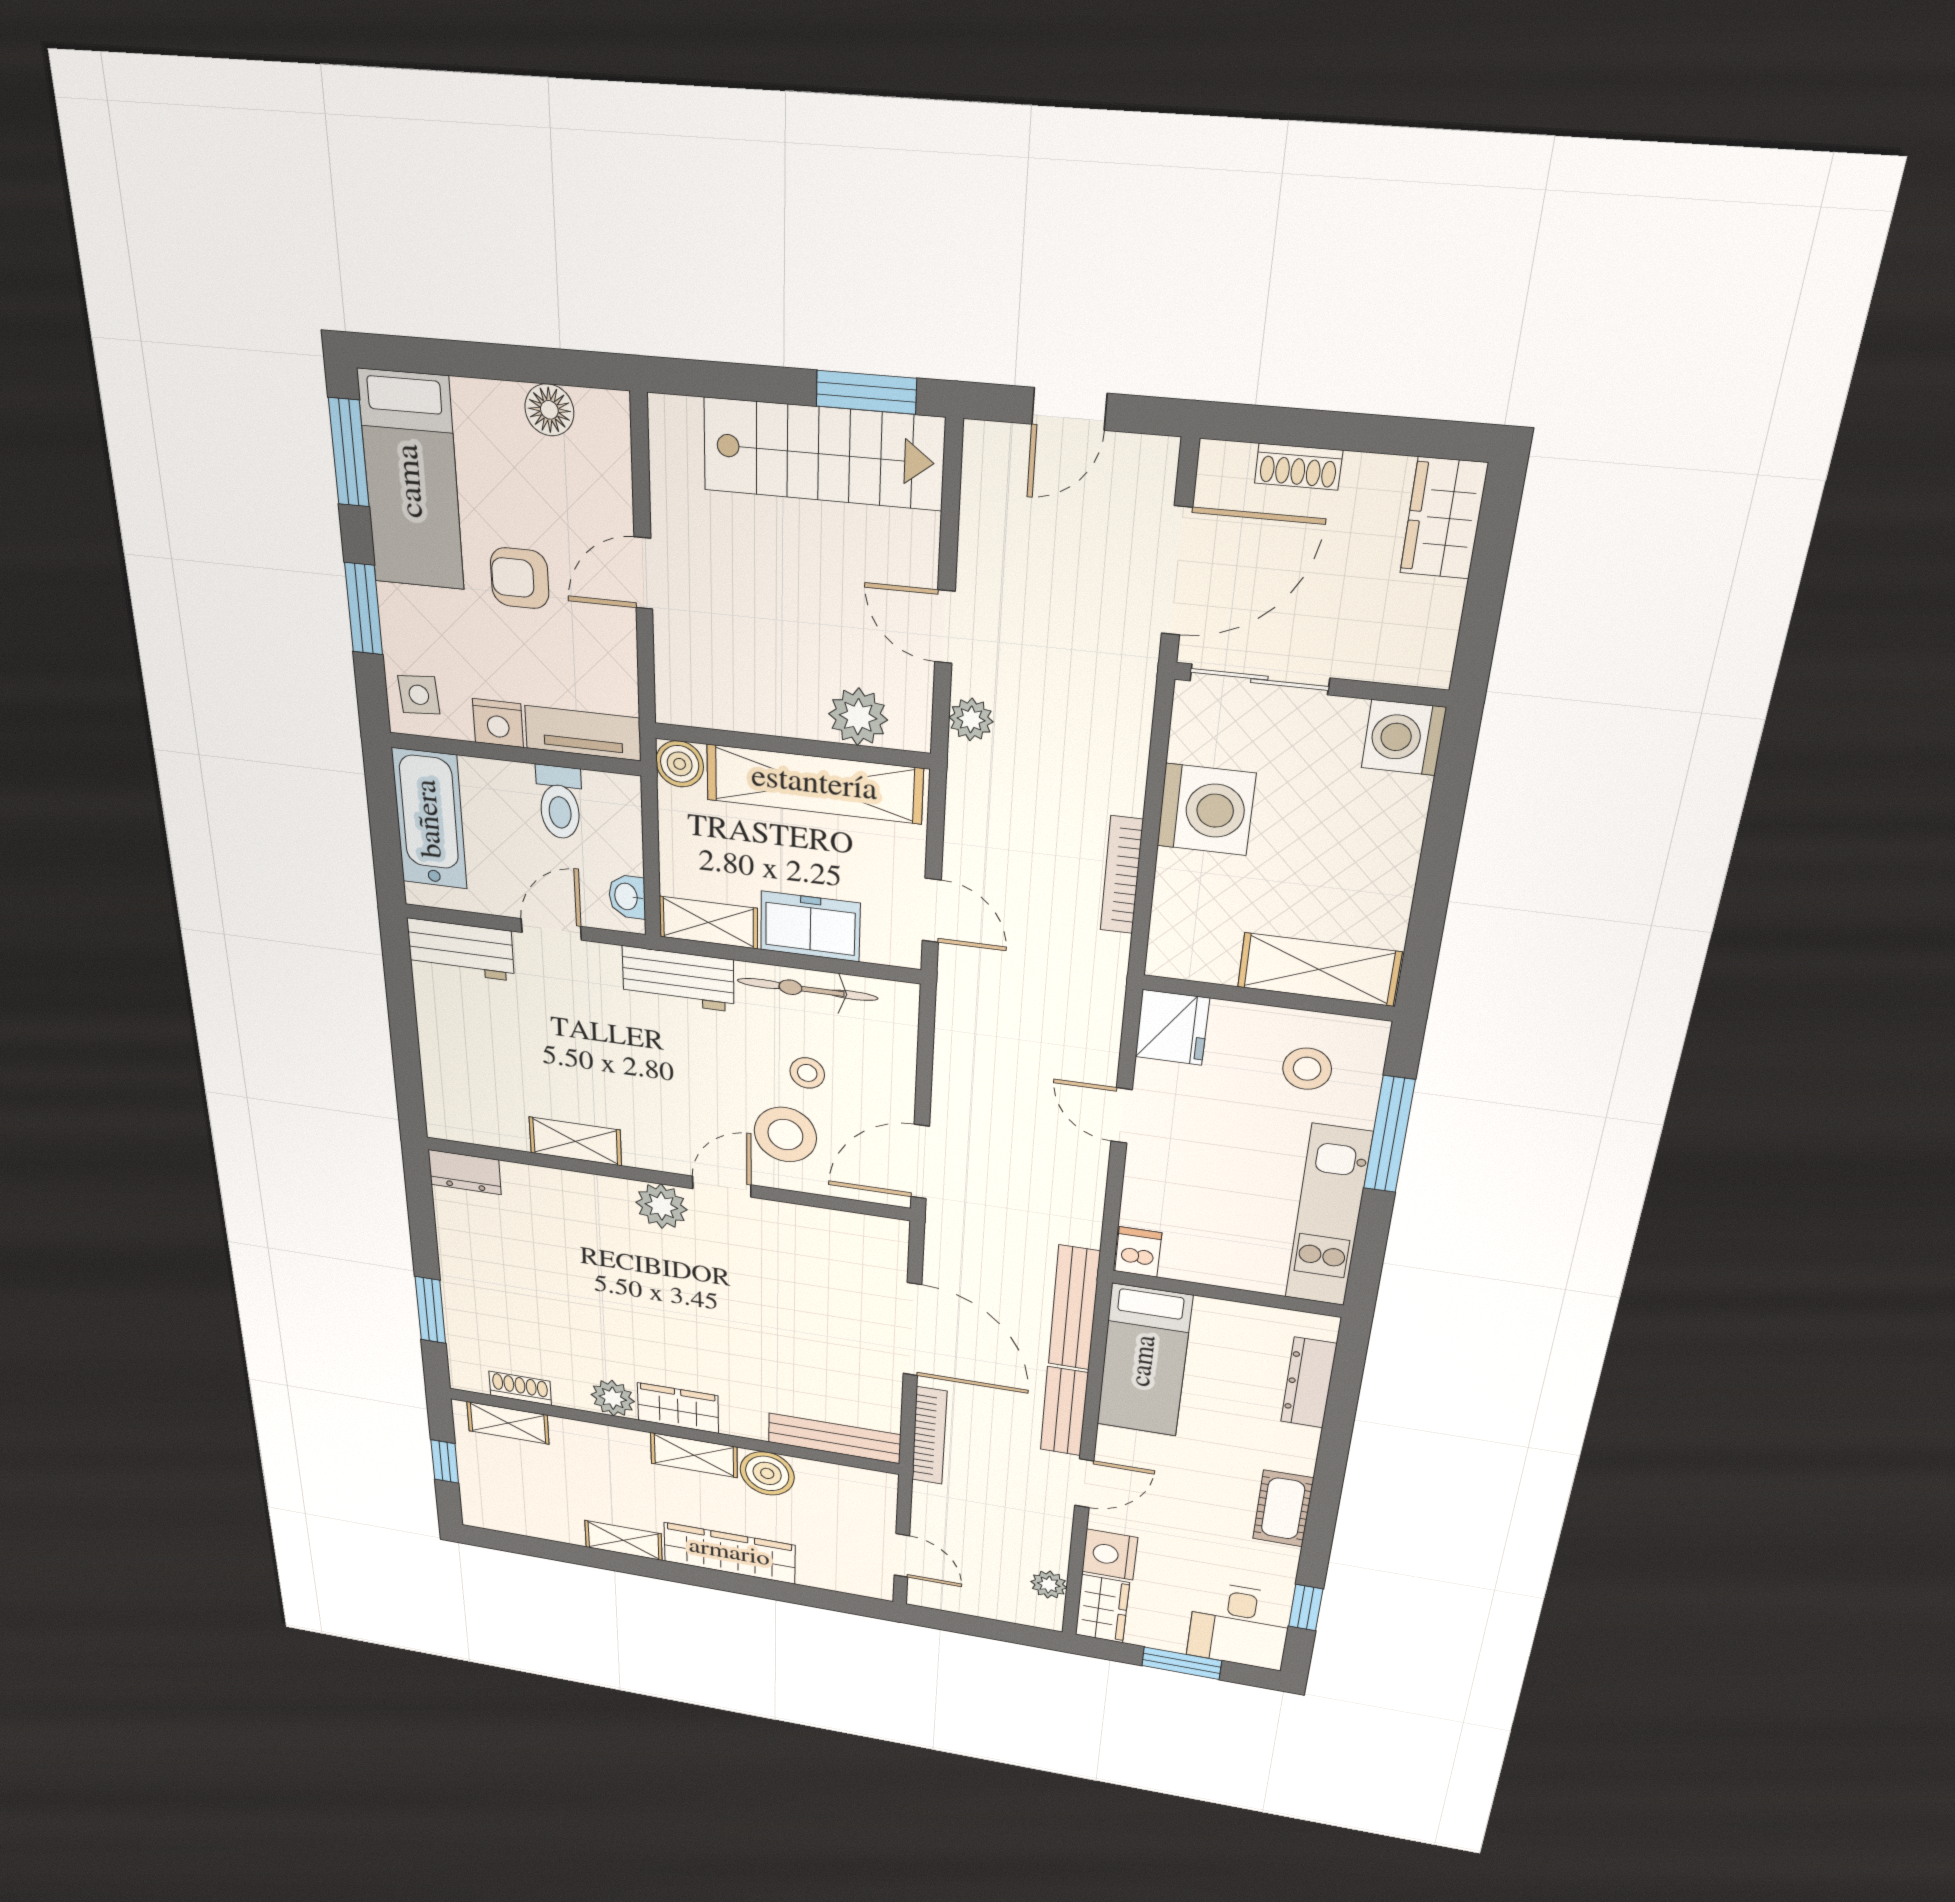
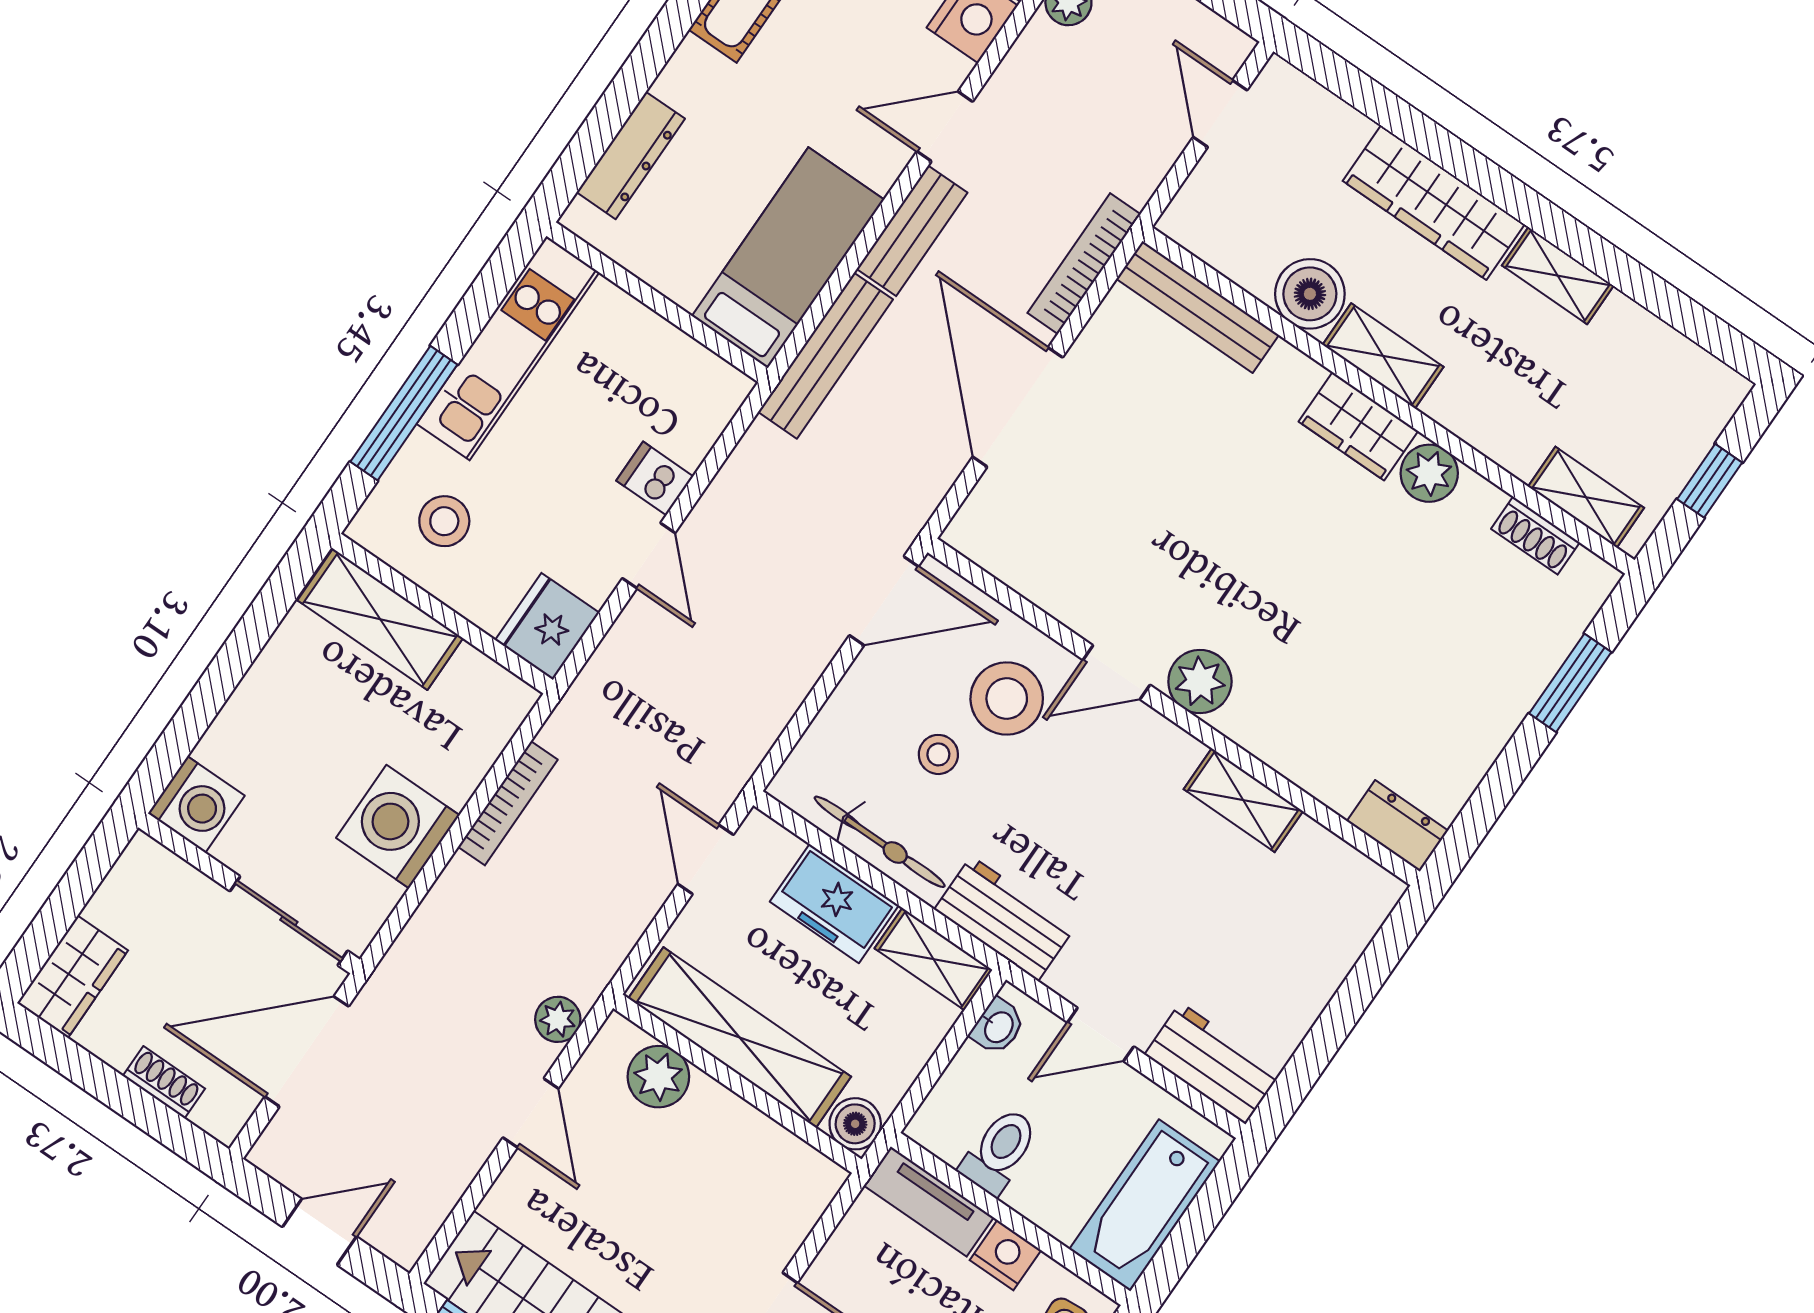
dishwasher: (1138, 1252) -> (655, 478), moved, turned 90

